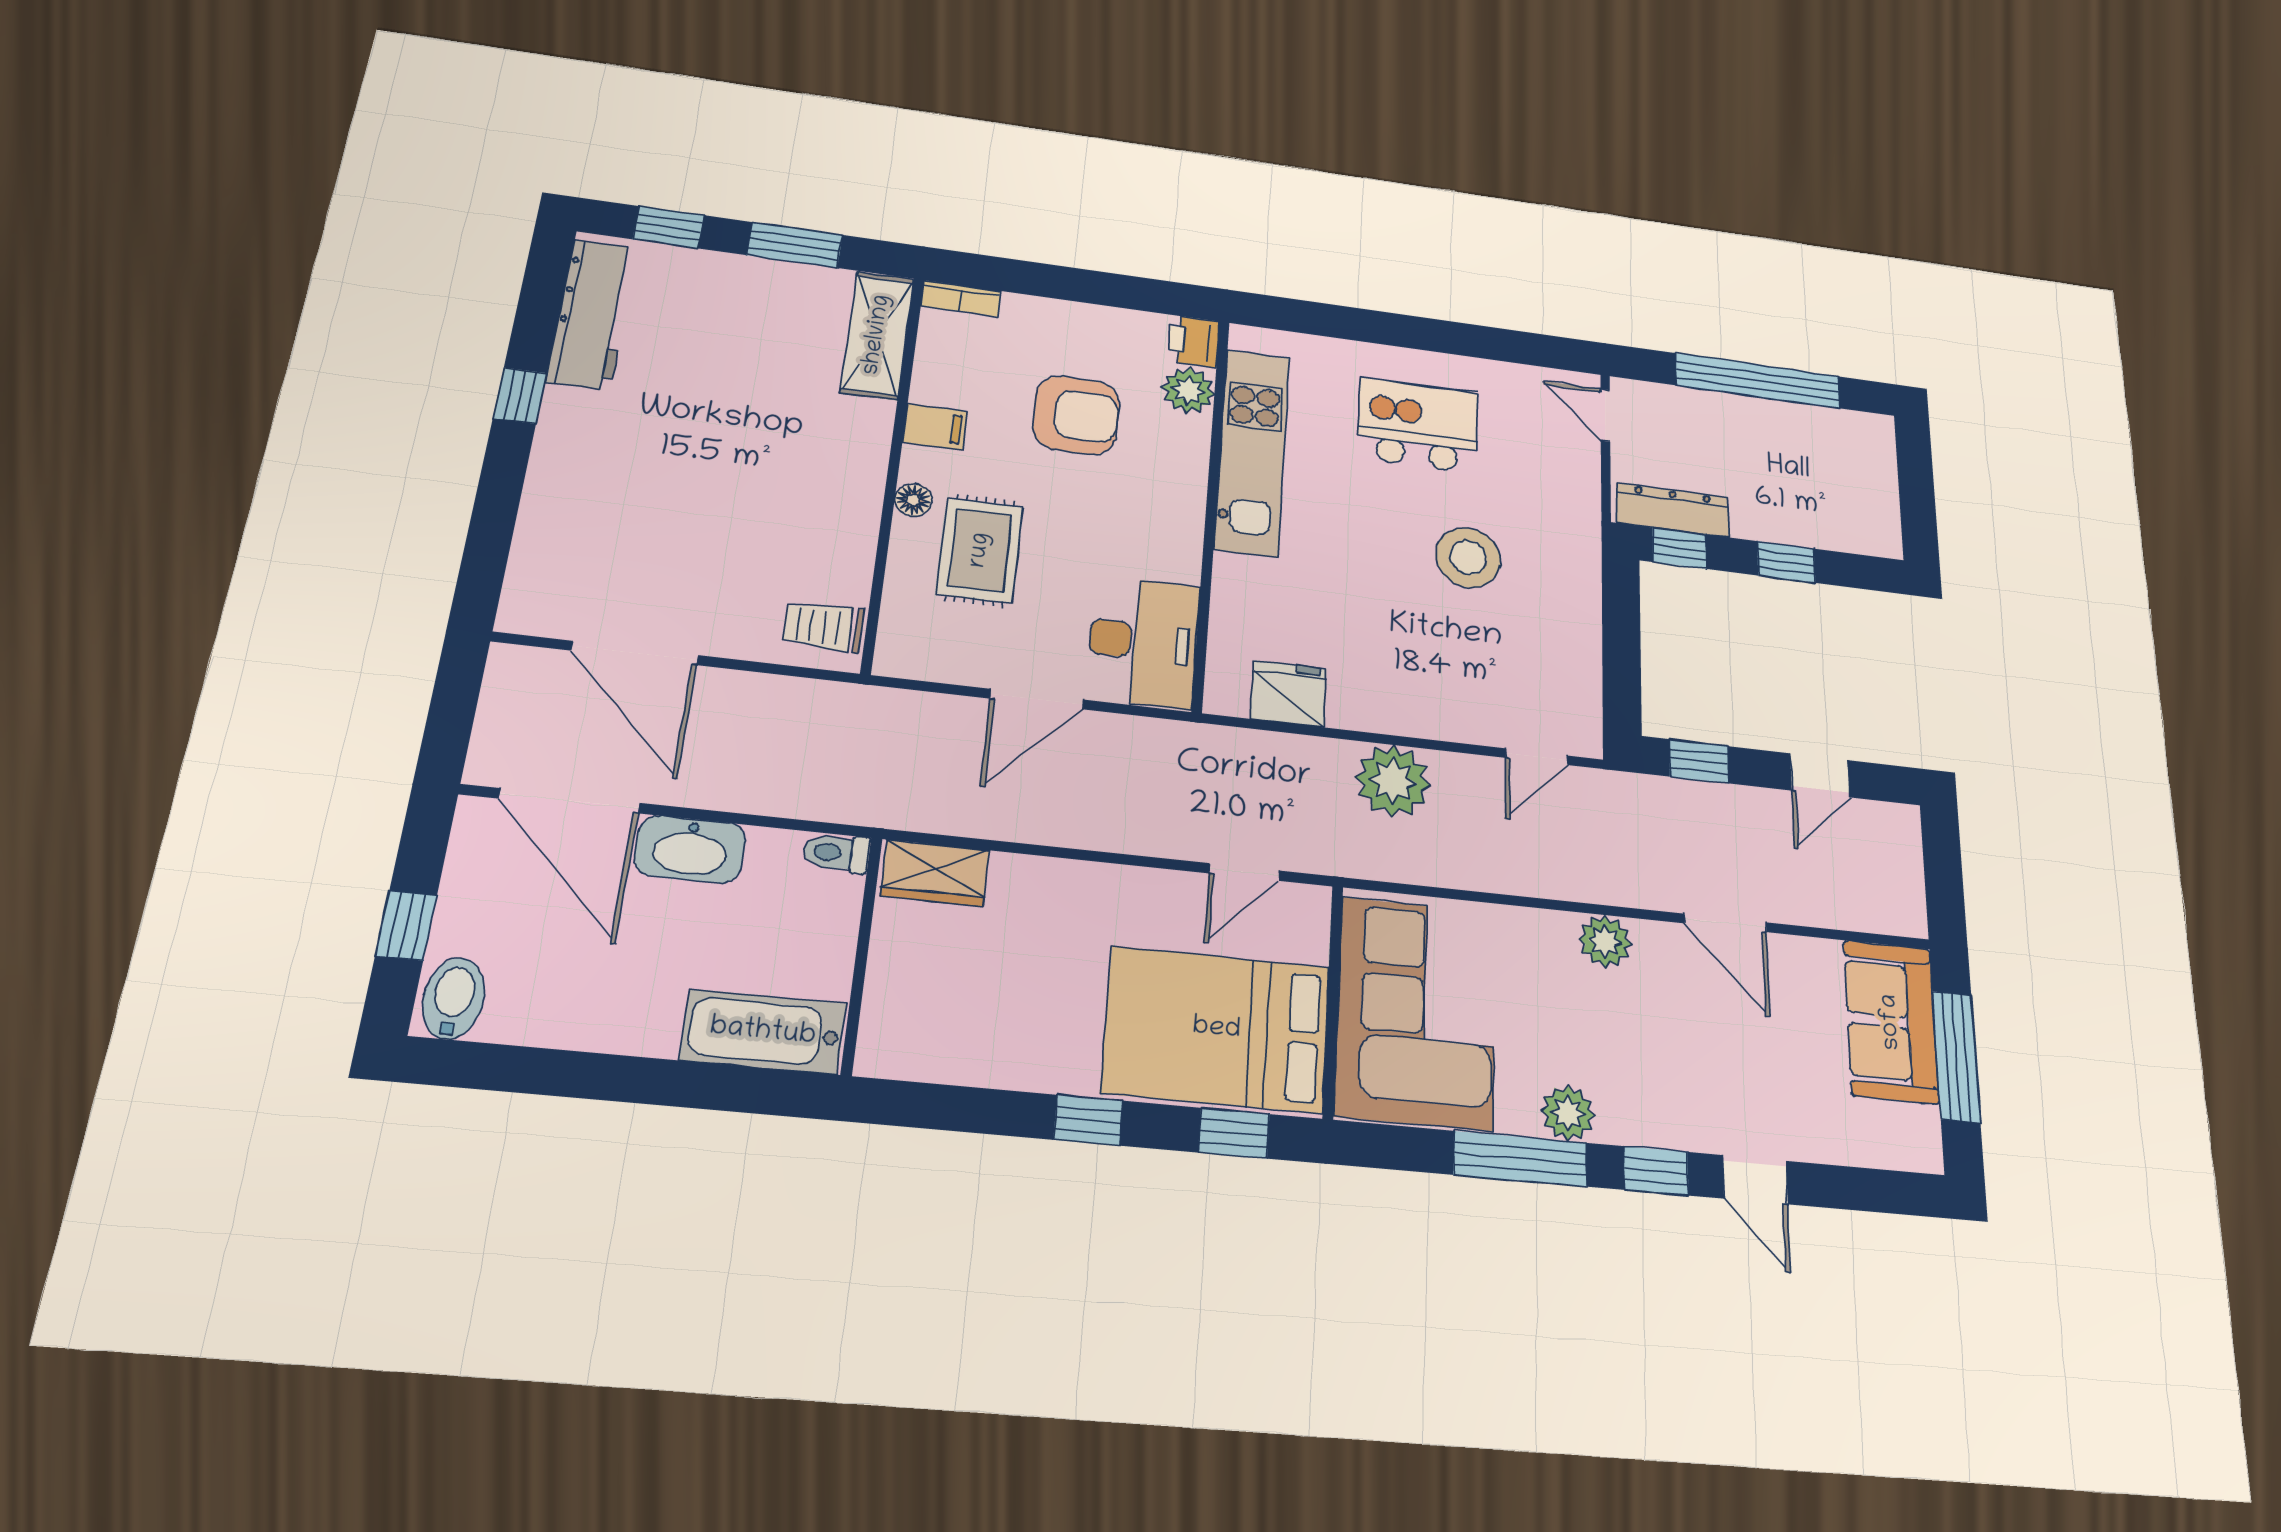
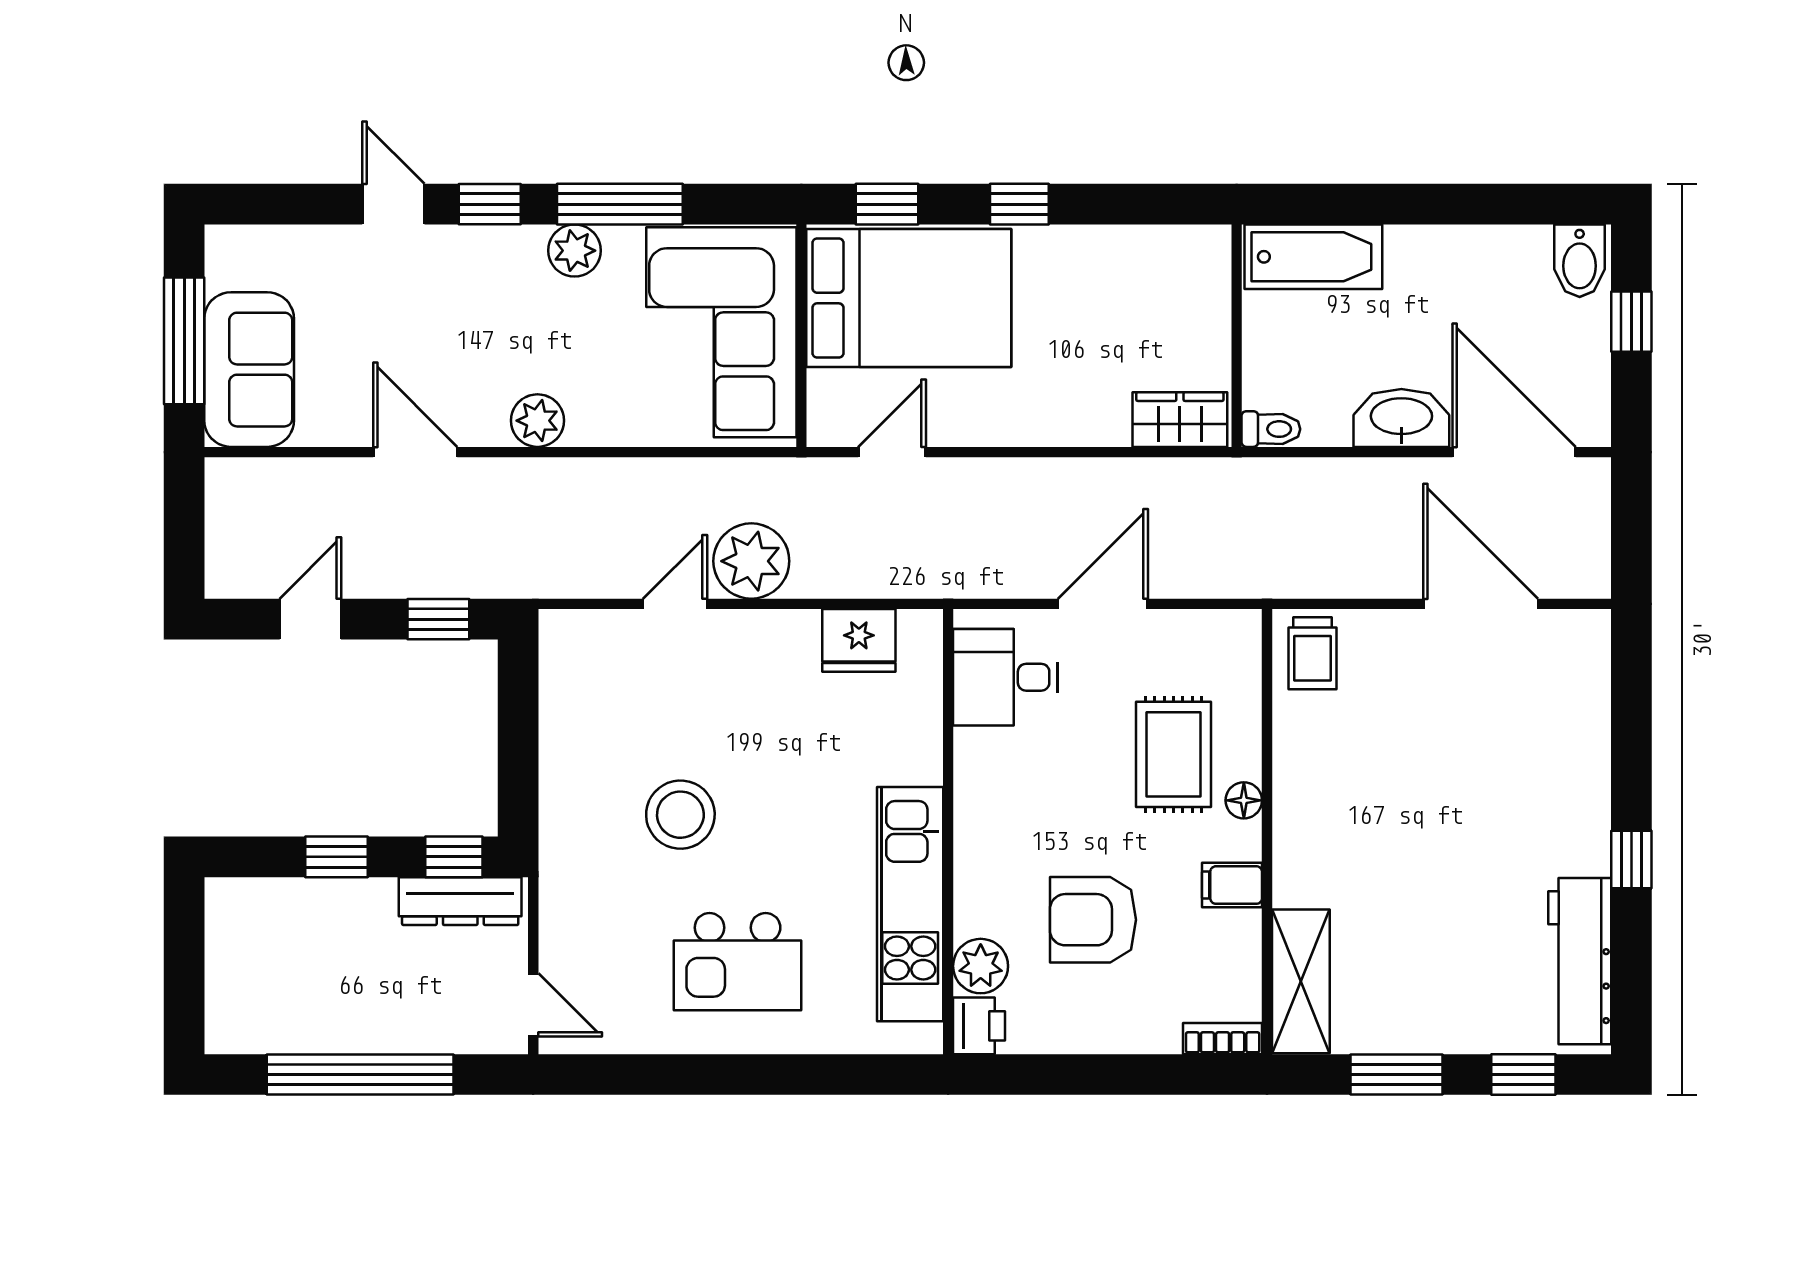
trolley: (823, 627) -> (1312, 653), turned 90
desk: (1143, 642) -> (1005, 677), width x0.73
door: (1537, 757) -> (675, 604), moved

